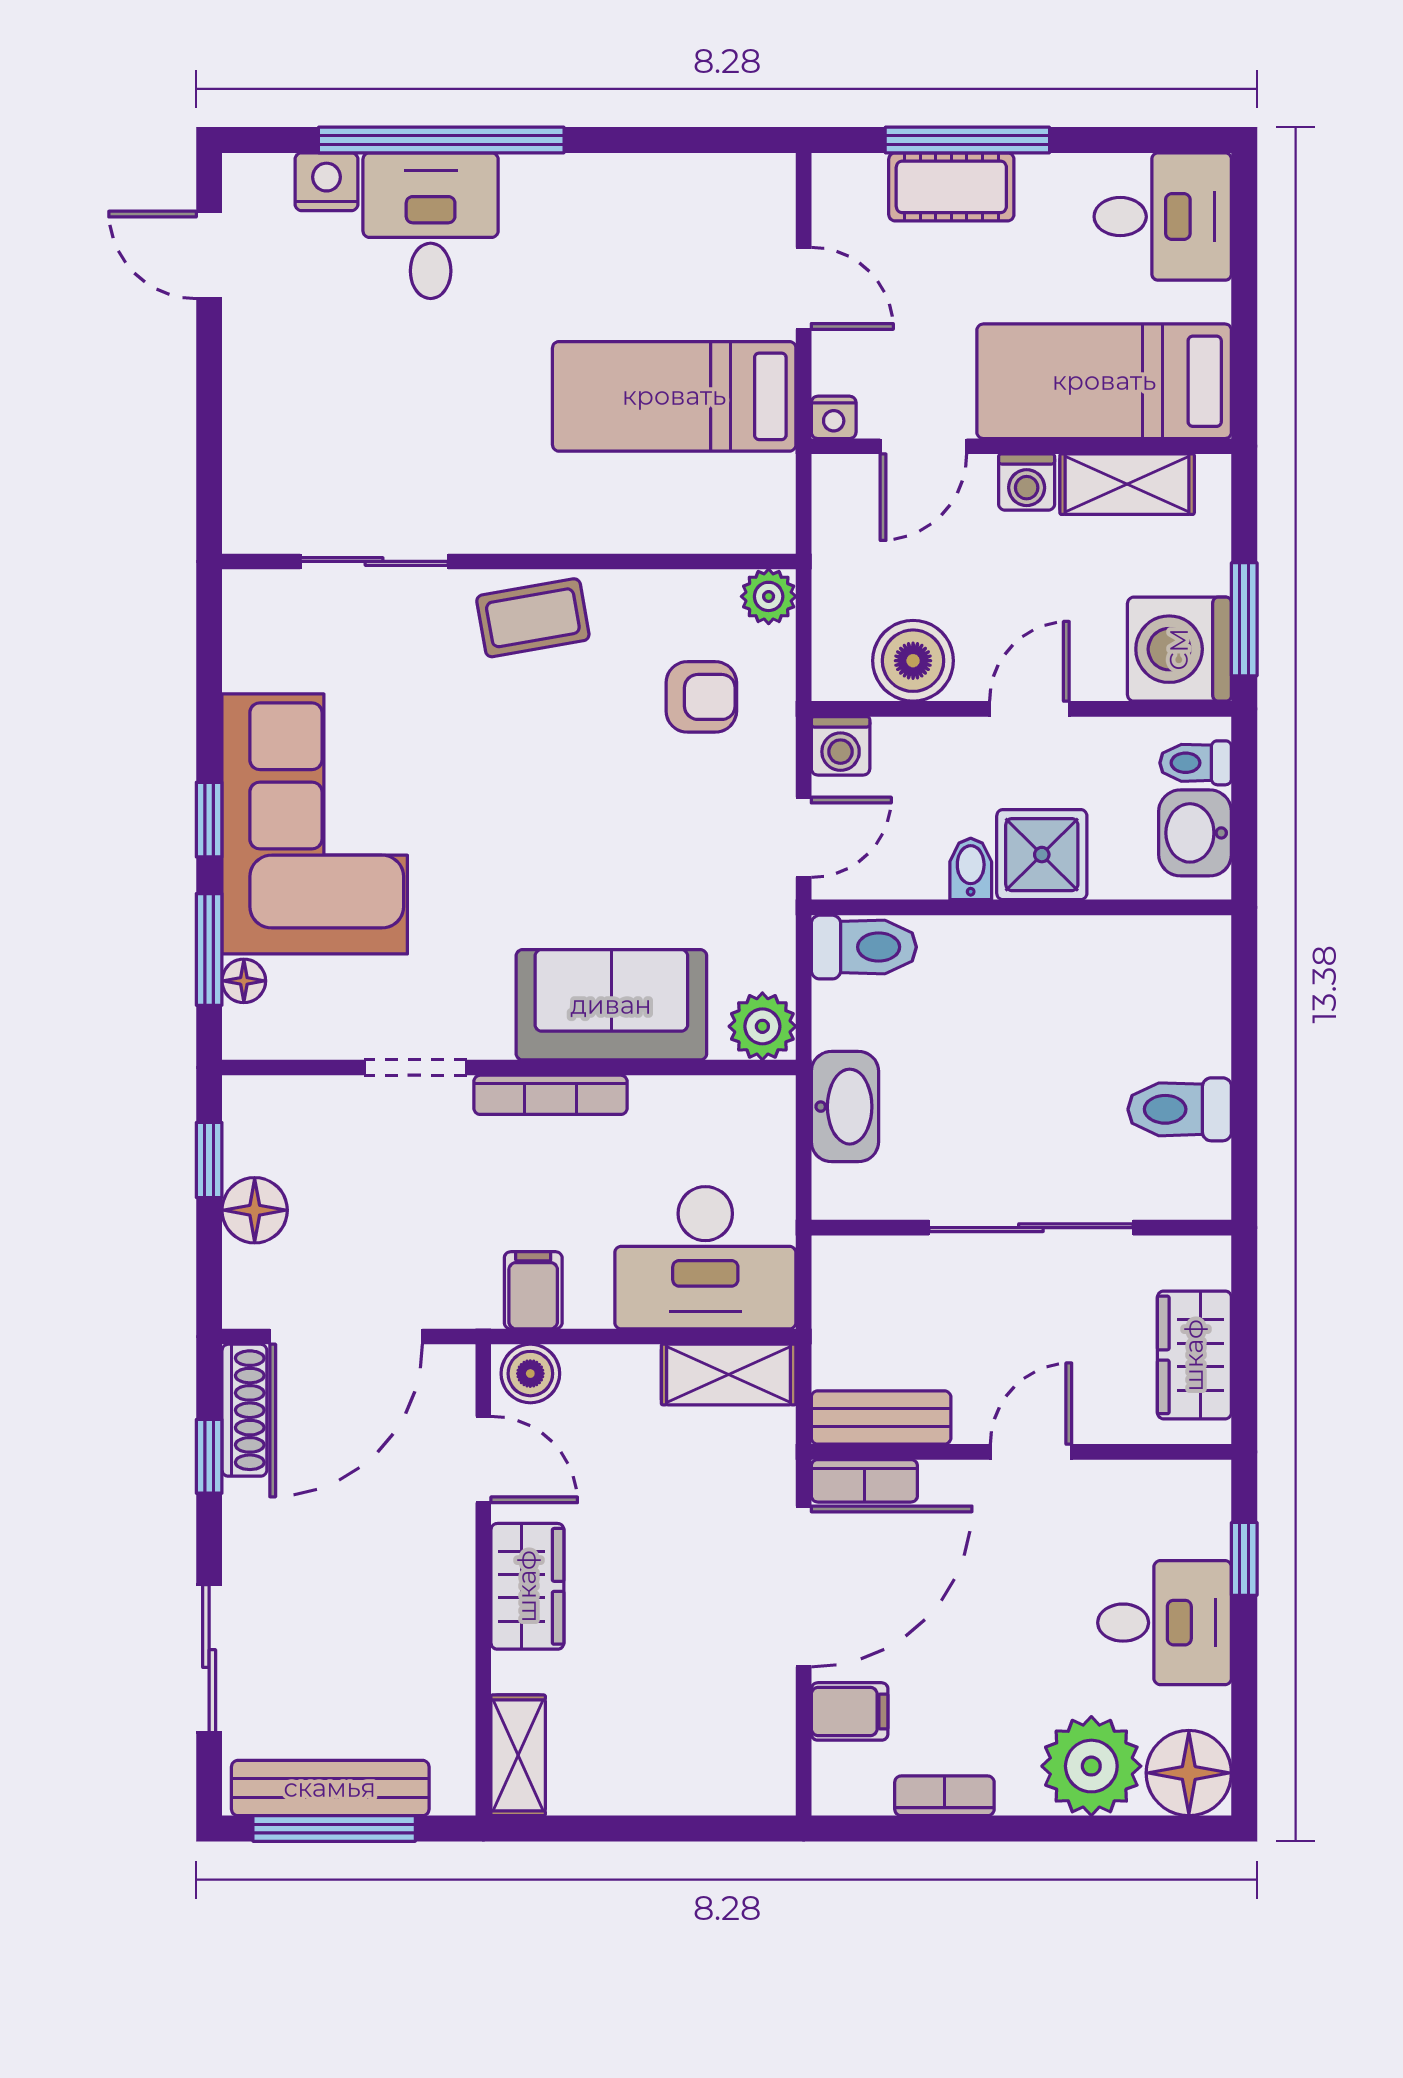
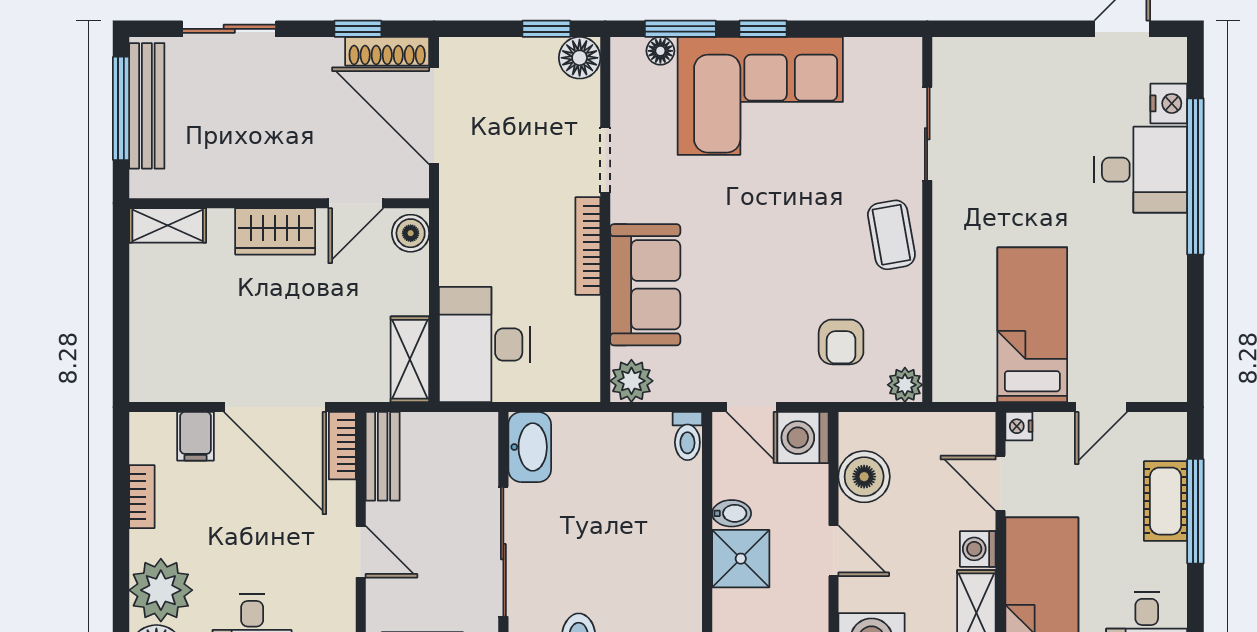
washing machine: (841, 746) -> (803, 438), width x1.38, depth x1.38
toilet: (864, 947) -> (687, 436), width x0.73, depth x0.72
washbasin: (845, 1107) -> (530, 447), moved, turned -90
floor lamp: (255, 1210) -> (580, 58), moved
filing cabinet: (533, 1290) -> (464, 235), removed

